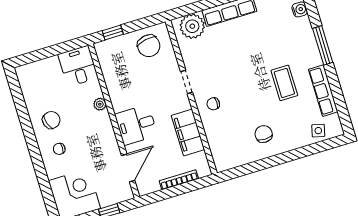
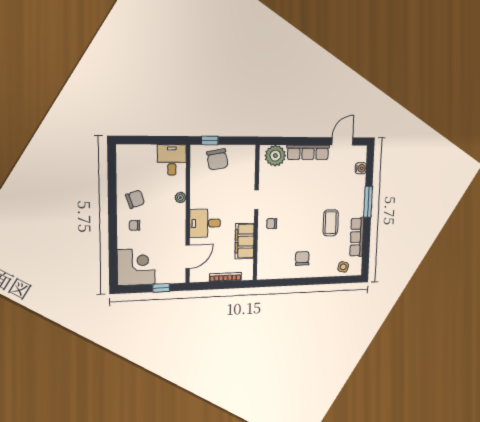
chair: (149, 46) -> (217, 159), moved

